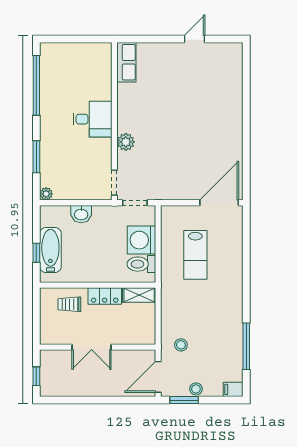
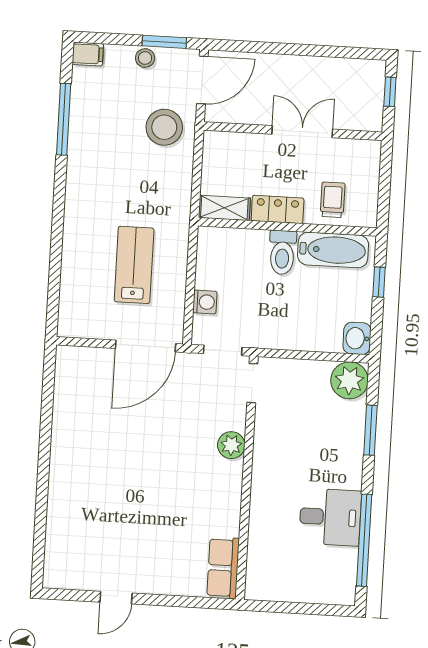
desk: (93, 119) -> (330, 517), moved, turned 180
plant: (46, 194) -> (349, 380), width x1.88, depth x1.88
door: (219, 203) -> (146, 346), moved
washbasin: (81, 214) -> (357, 338), moved, turned -90
washing machine: (142, 240) -> (205, 302), width x0.53, depth x0.53
bathtub: (50, 250) -> (333, 250), moved, turned -90
toilet: (141, 264) -> (282, 252), moved, turned 90
trolley: (69, 304) -> (333, 200), turned -90
stool: (181, 345) -> (164, 127), width x1.89, depth x1.89

